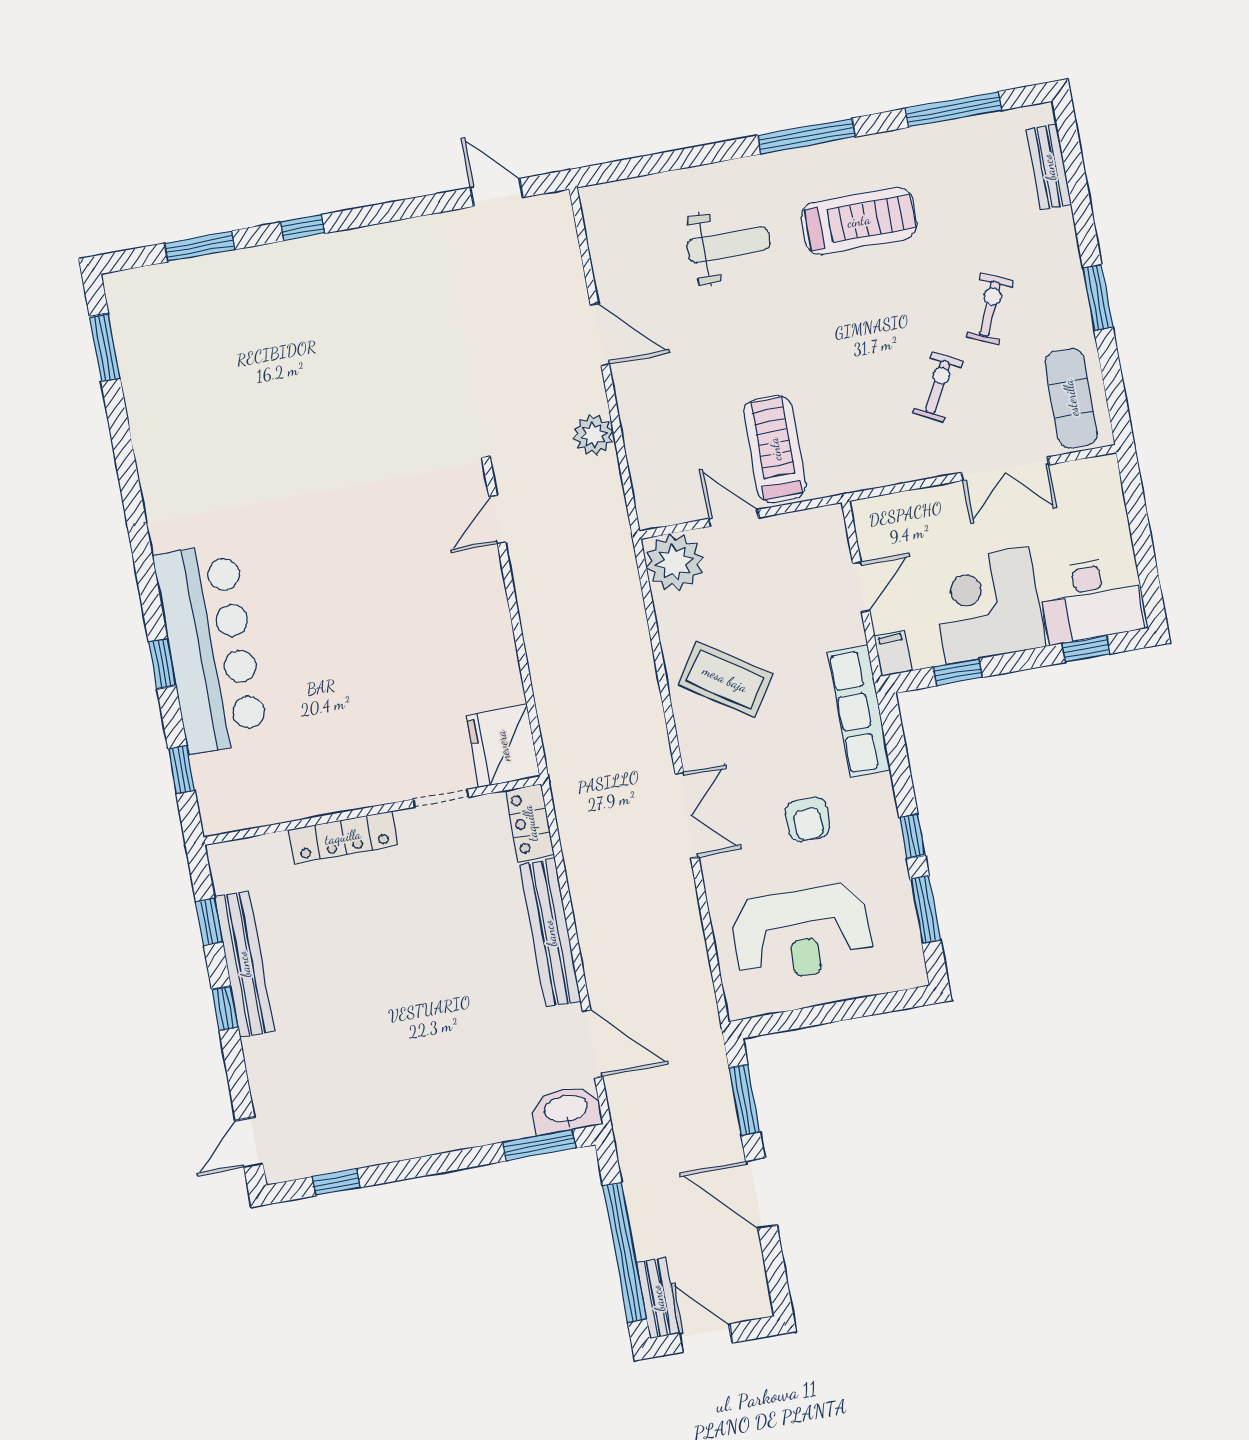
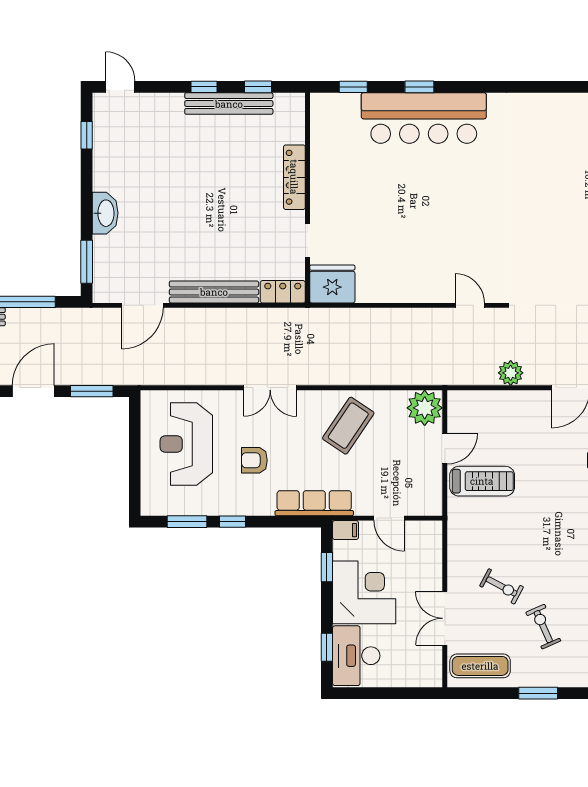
exercise bike: (990, 309) -> (543, 627), turned -137
washbasin: (566, 1110) -> (105, 213), moved

